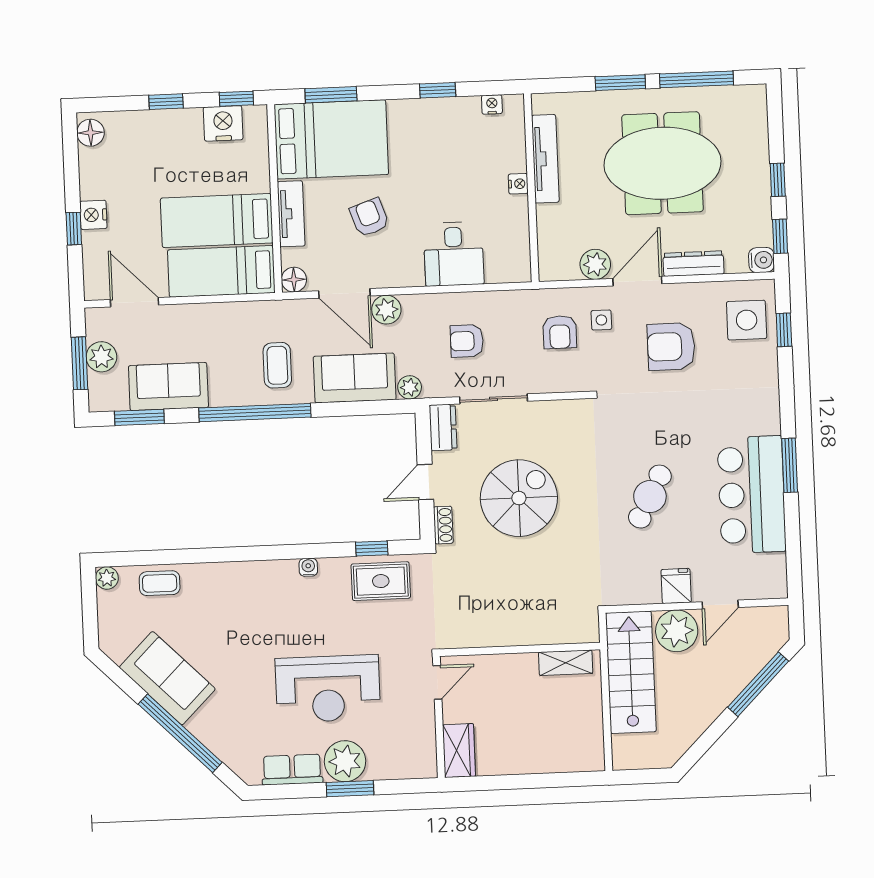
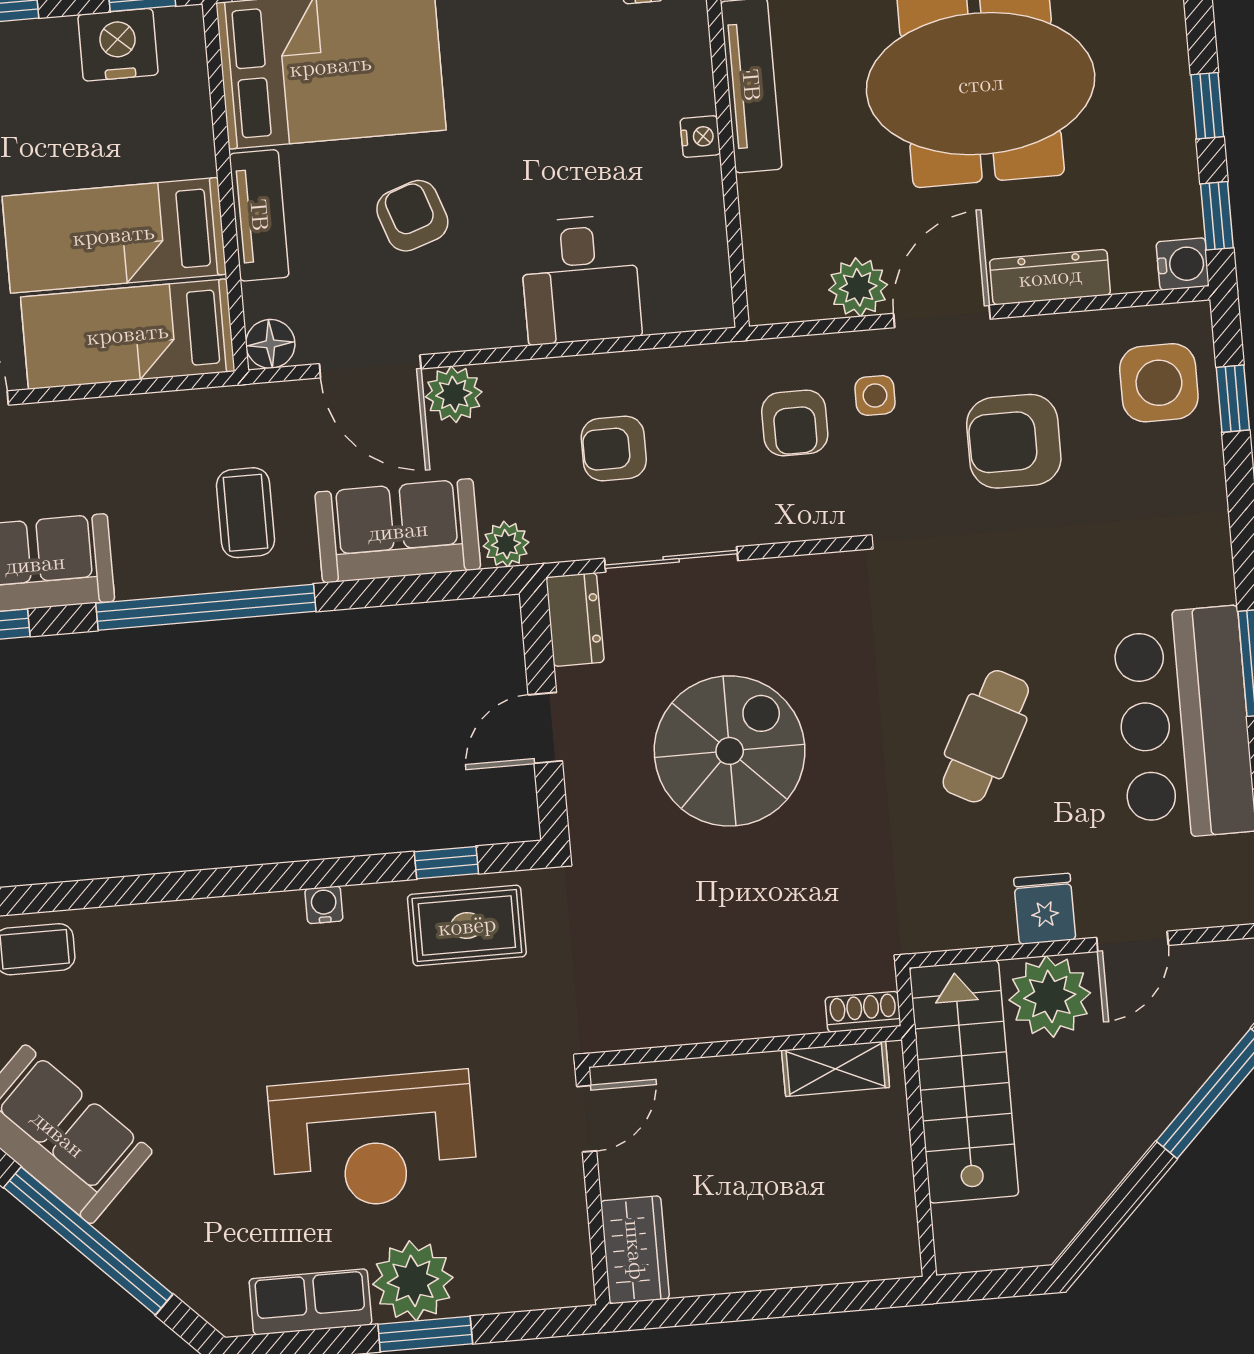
shoe rack: (443, 525) -> (863, 1012), moved, turned -90

